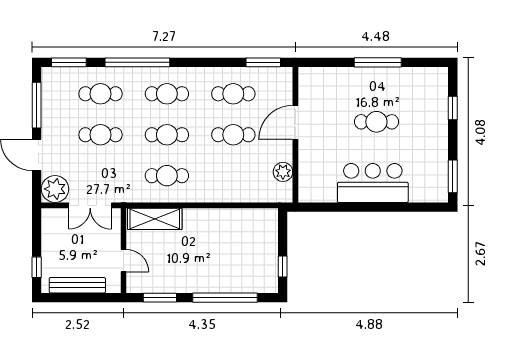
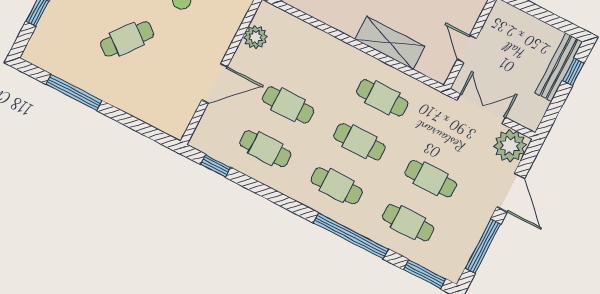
window: (263, 62) -> (216, 166), width x0.67
window: (378, 62) -> (74, 92), moved
cafe table: (376, 122) -> (127, 39), turned -51
shelving: (155, 219) -> (390, 43), moved
door: (123, 261) -> (467, 49), moved
bench: (77, 285) -> (559, 67), moved, turned 90

